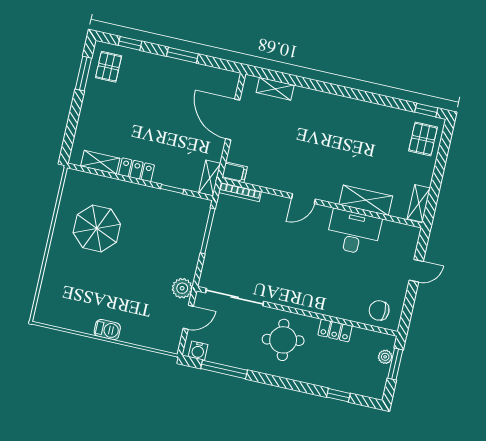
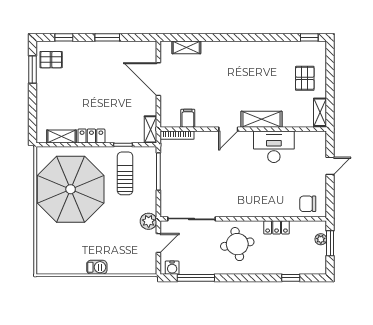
pallet: (109, 67) -> (51, 60), turned 90
pallet: (423, 139) -> (305, 78), moved
filing cabinet: (235, 172) -> (188, 118), moved, turned -90
shelving: (366, 200) -> (261, 119), moved
sun lounger: (167, 224) -> (125, 173), added
parasol: (97, 228) -> (71, 189), width x1.86, depth x1.86

